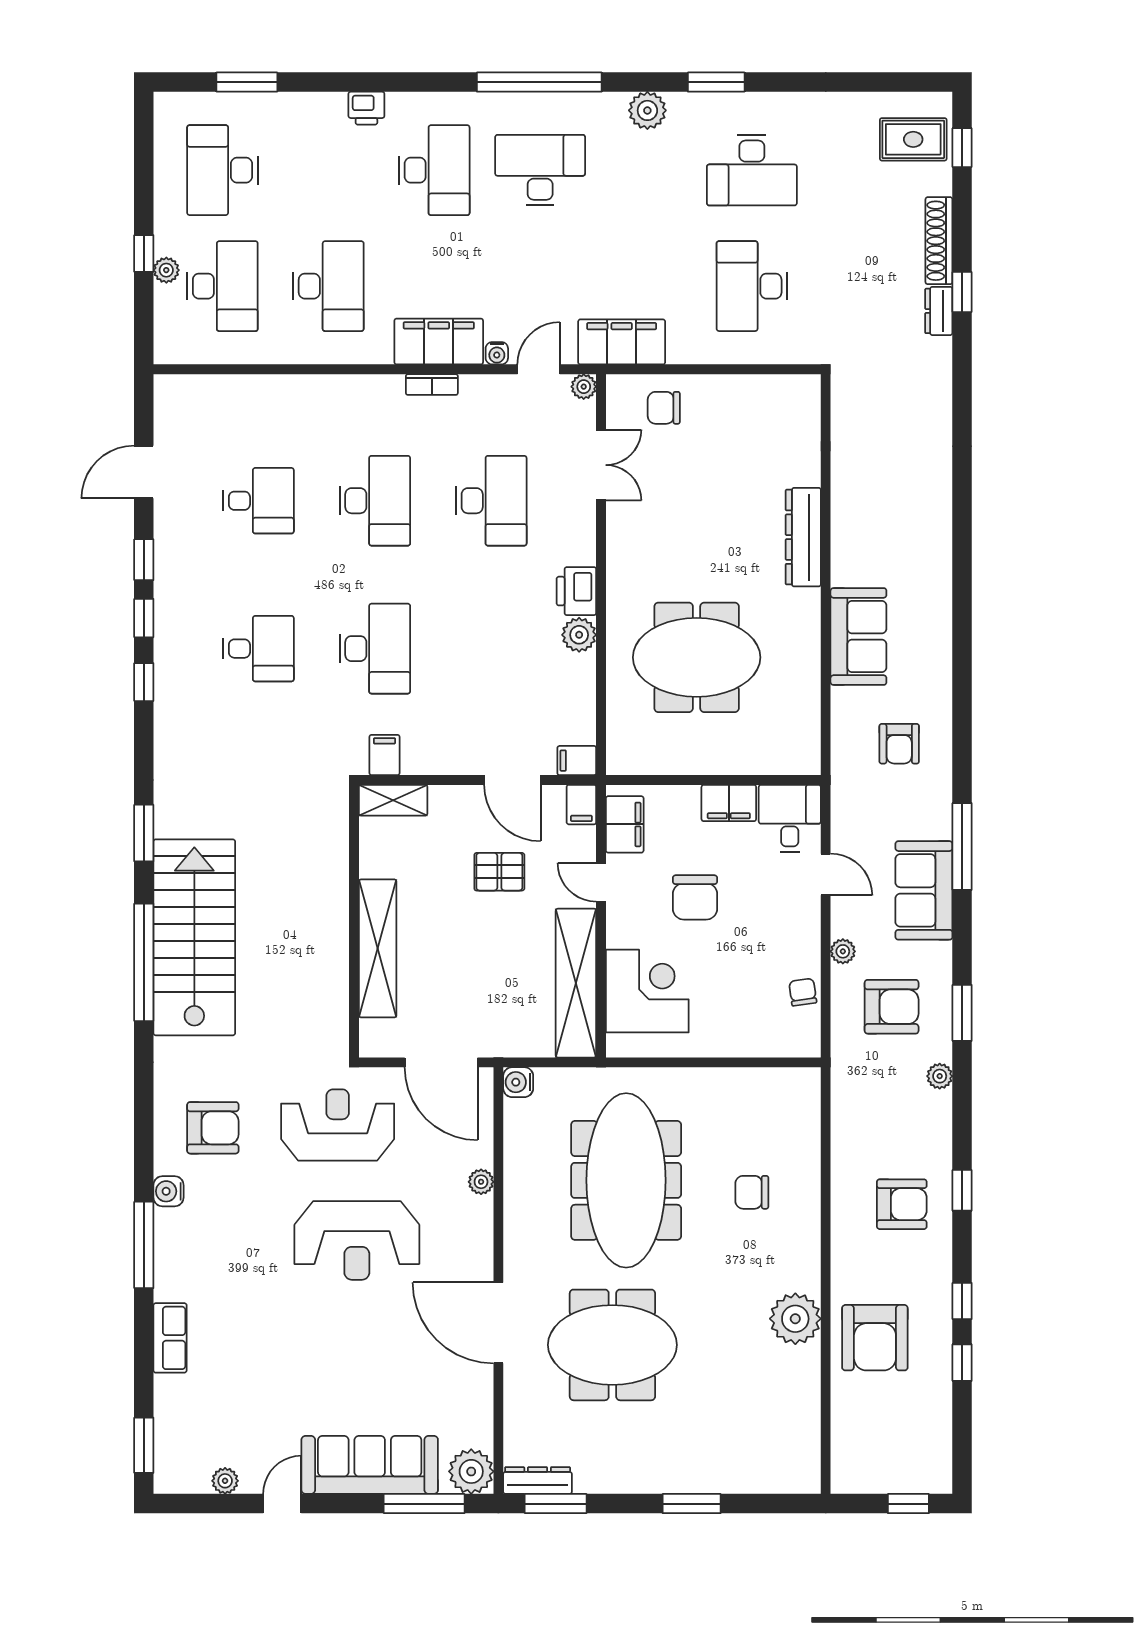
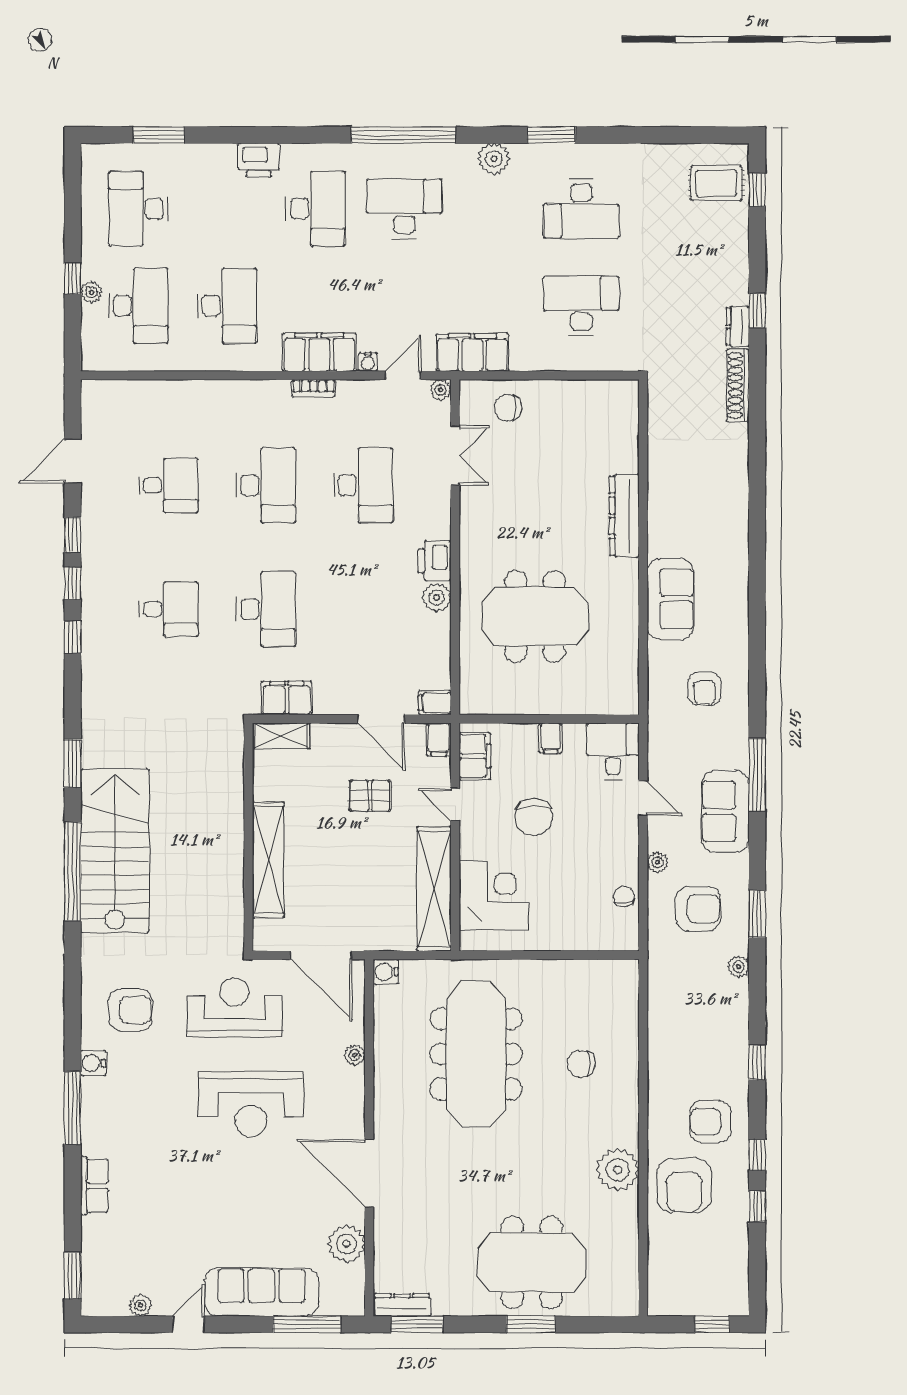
printer: (366, 108) -> (259, 160), width x1.36, depth x1.24
shoe rack: (939, 241) -> (738, 385), moved
desk: (752, 286) -> (581, 306), turned 90
filing cabinet: (384, 755) -> (287, 698), width x2.00
filing cabinet: (729, 803) -> (551, 738), width x0.50
armchair: (902, 1204) -> (711, 1122), moved, turned 180
meeting table: (612, 1345) -> (532, 1262), moved
plant: (471, 1471) -> (346, 1244), moved

